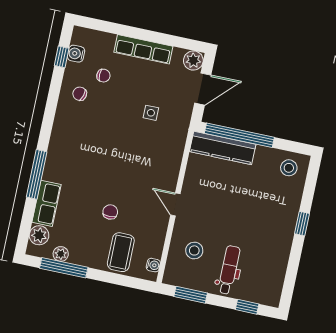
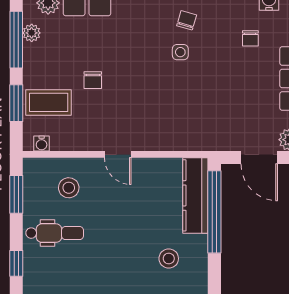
chair: (80, 94) -> (187, 20), moved
side table: (151, 113) -> (180, 52), moved
stool: (289, 168) -> (169, 259), moved
door: (175, 204) -> (118, 154), swing flipped
chair: (110, 212) -> (93, 80), turned 90
window: (116, 279) -> (16, 103), added

